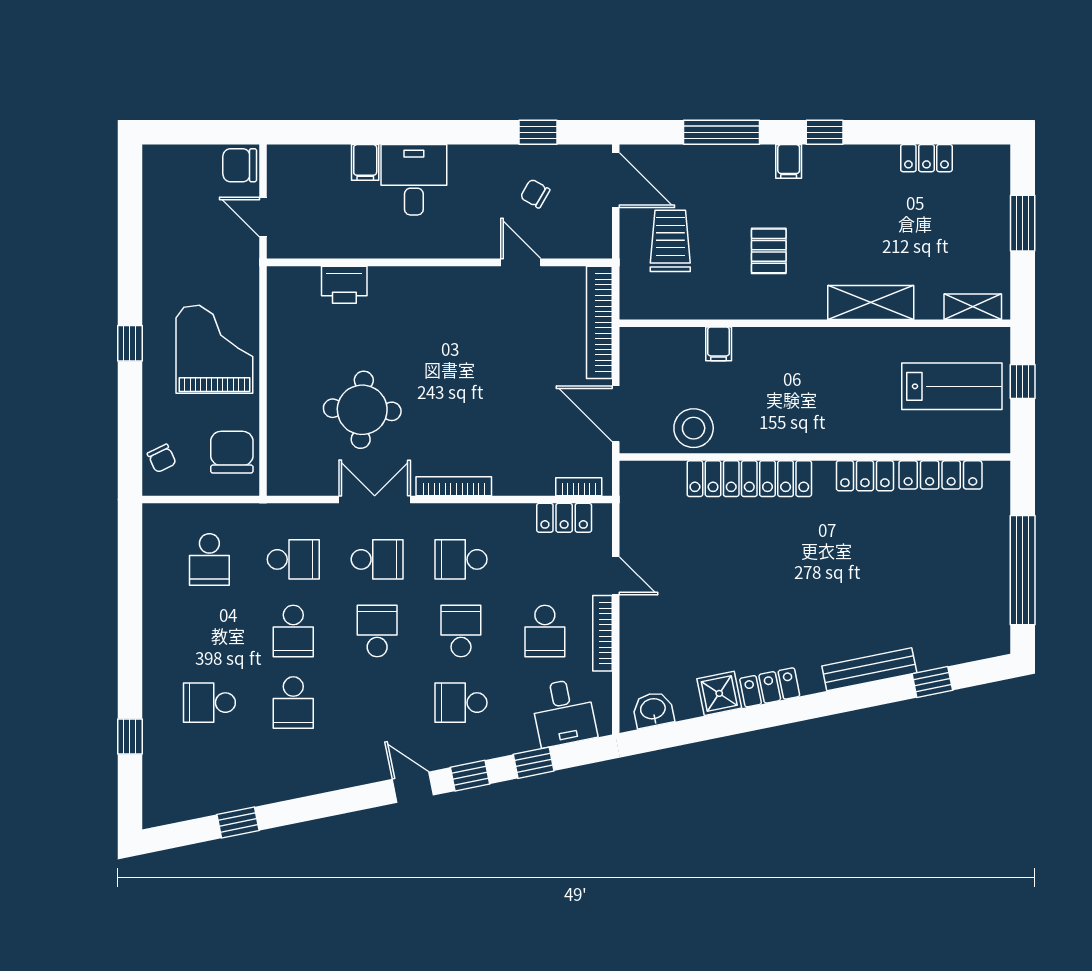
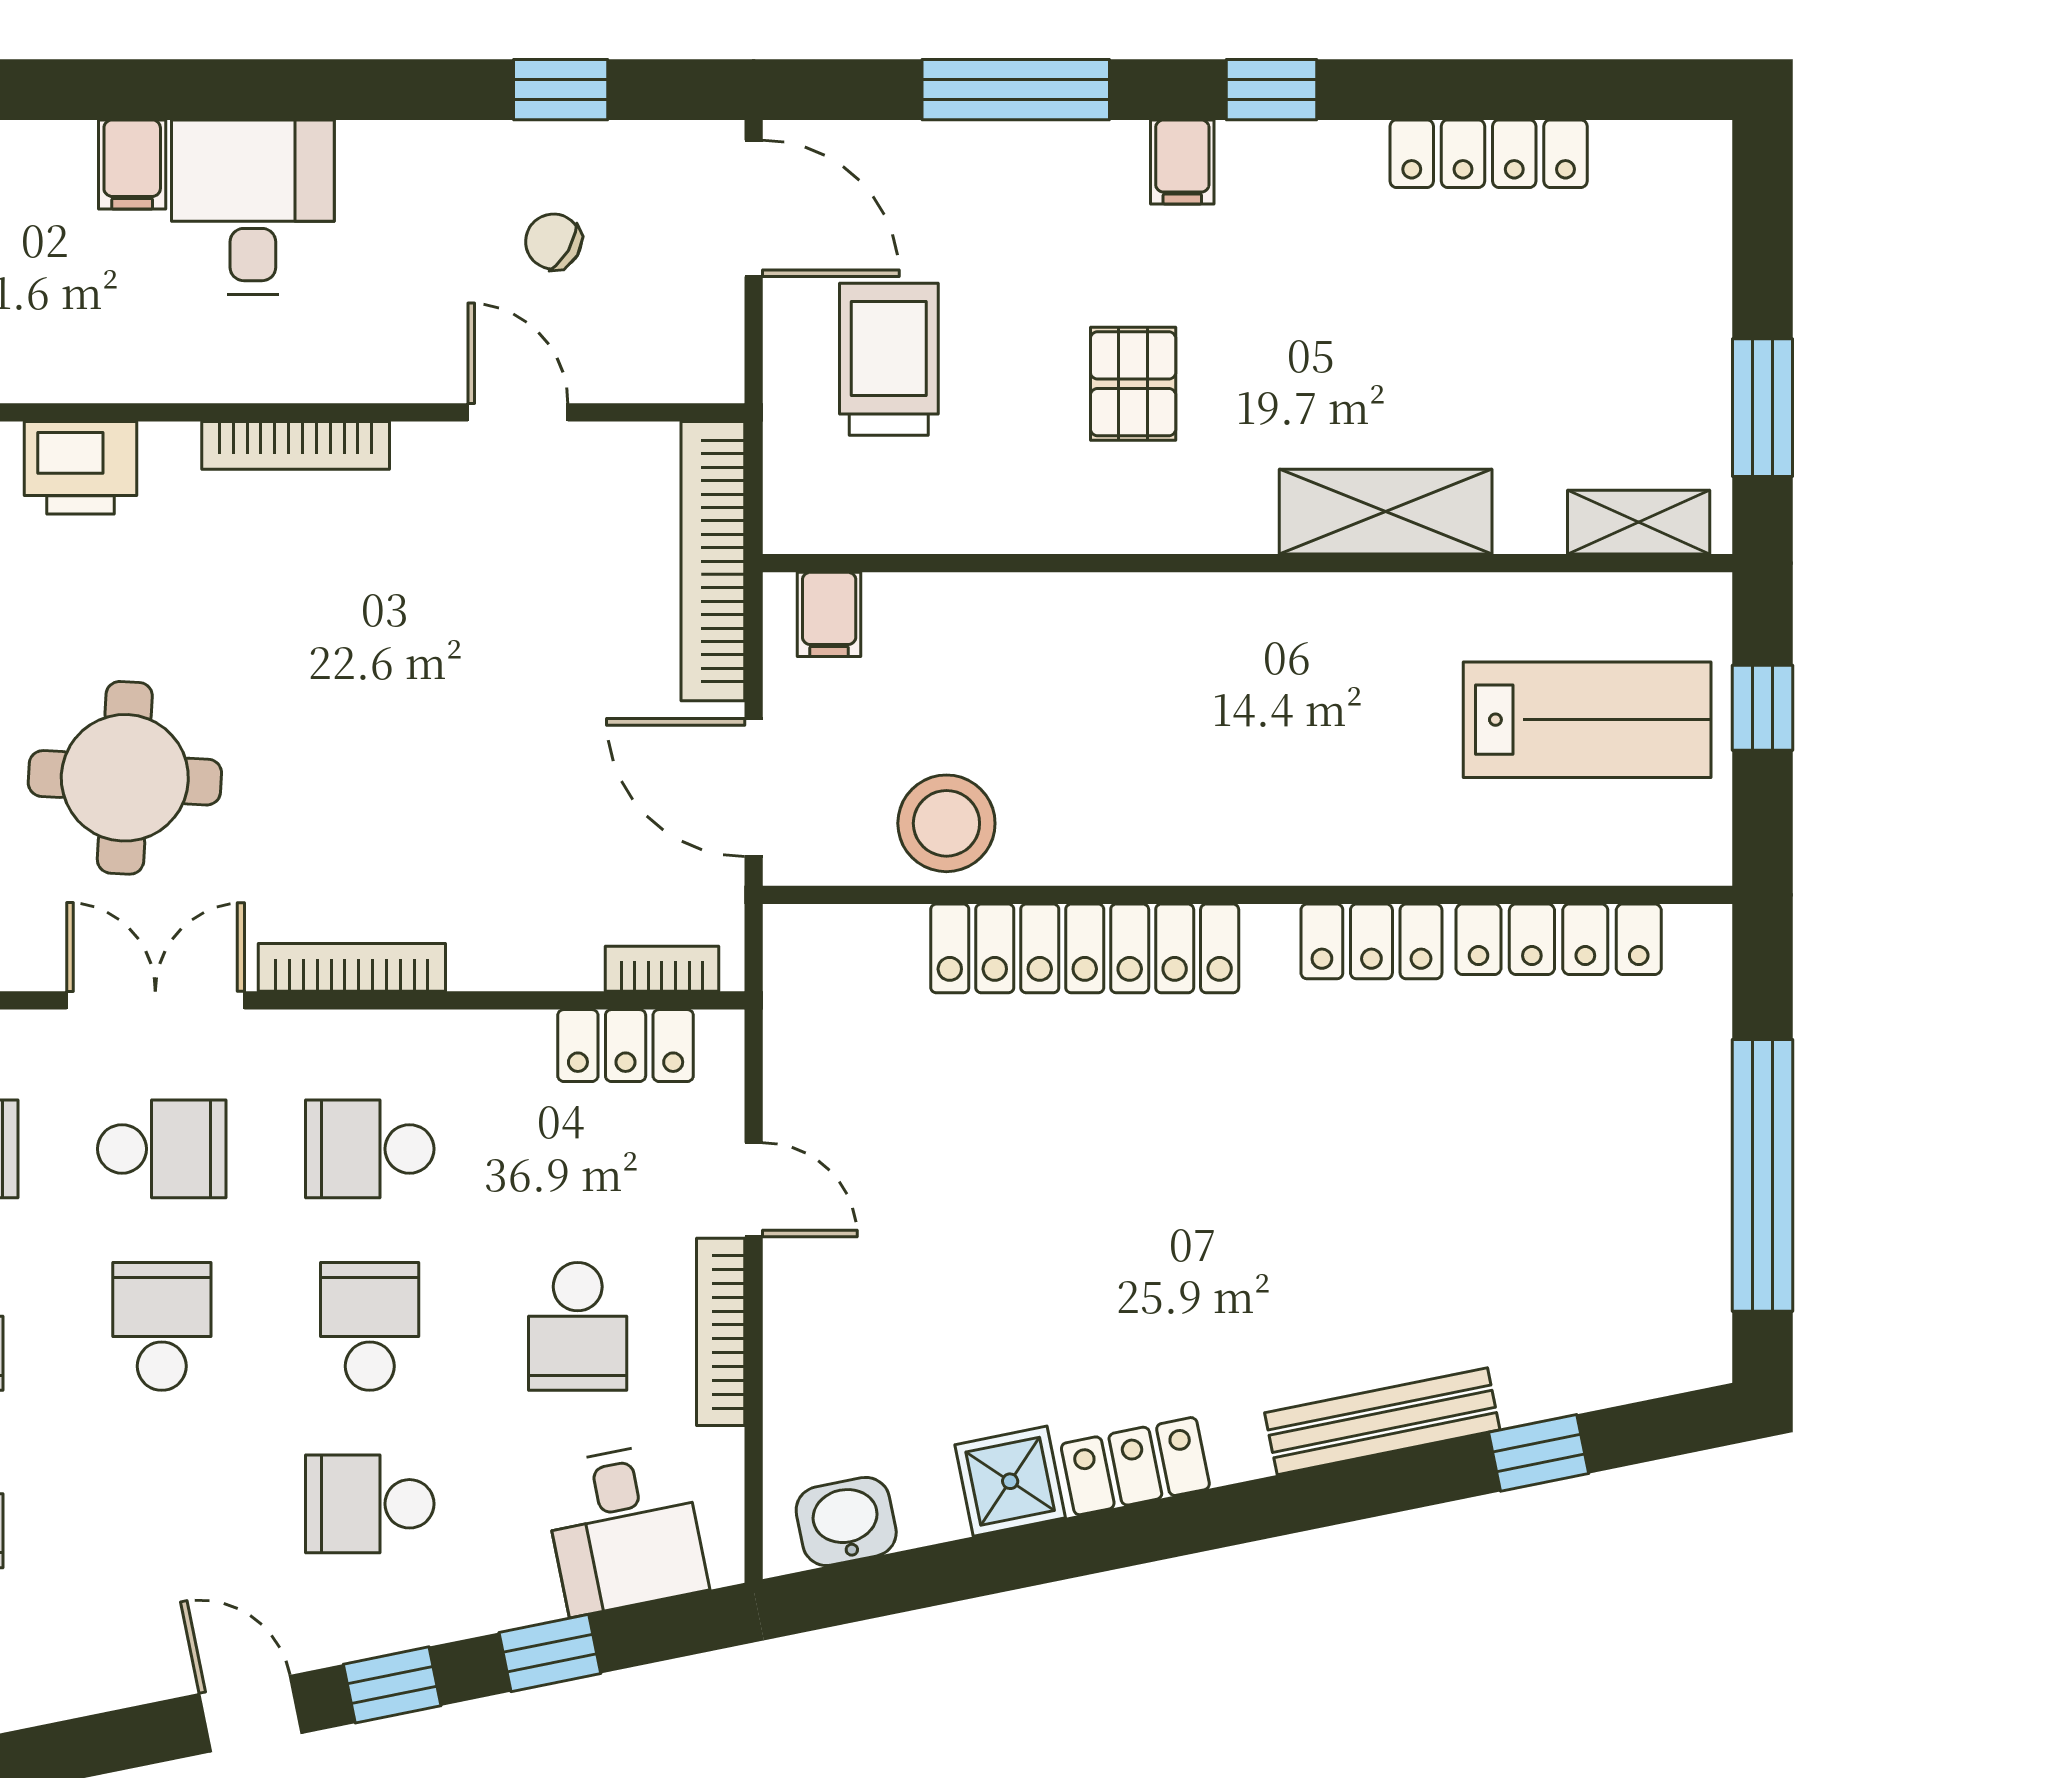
locker: (926, 158) -> (1489, 154), width x1.53
window: (1023, 223) -> (1762, 408), moved
bookcase: (431, 276) -> (296, 445), added
filing cabinet: (719, 344) -> (829, 614), moved

